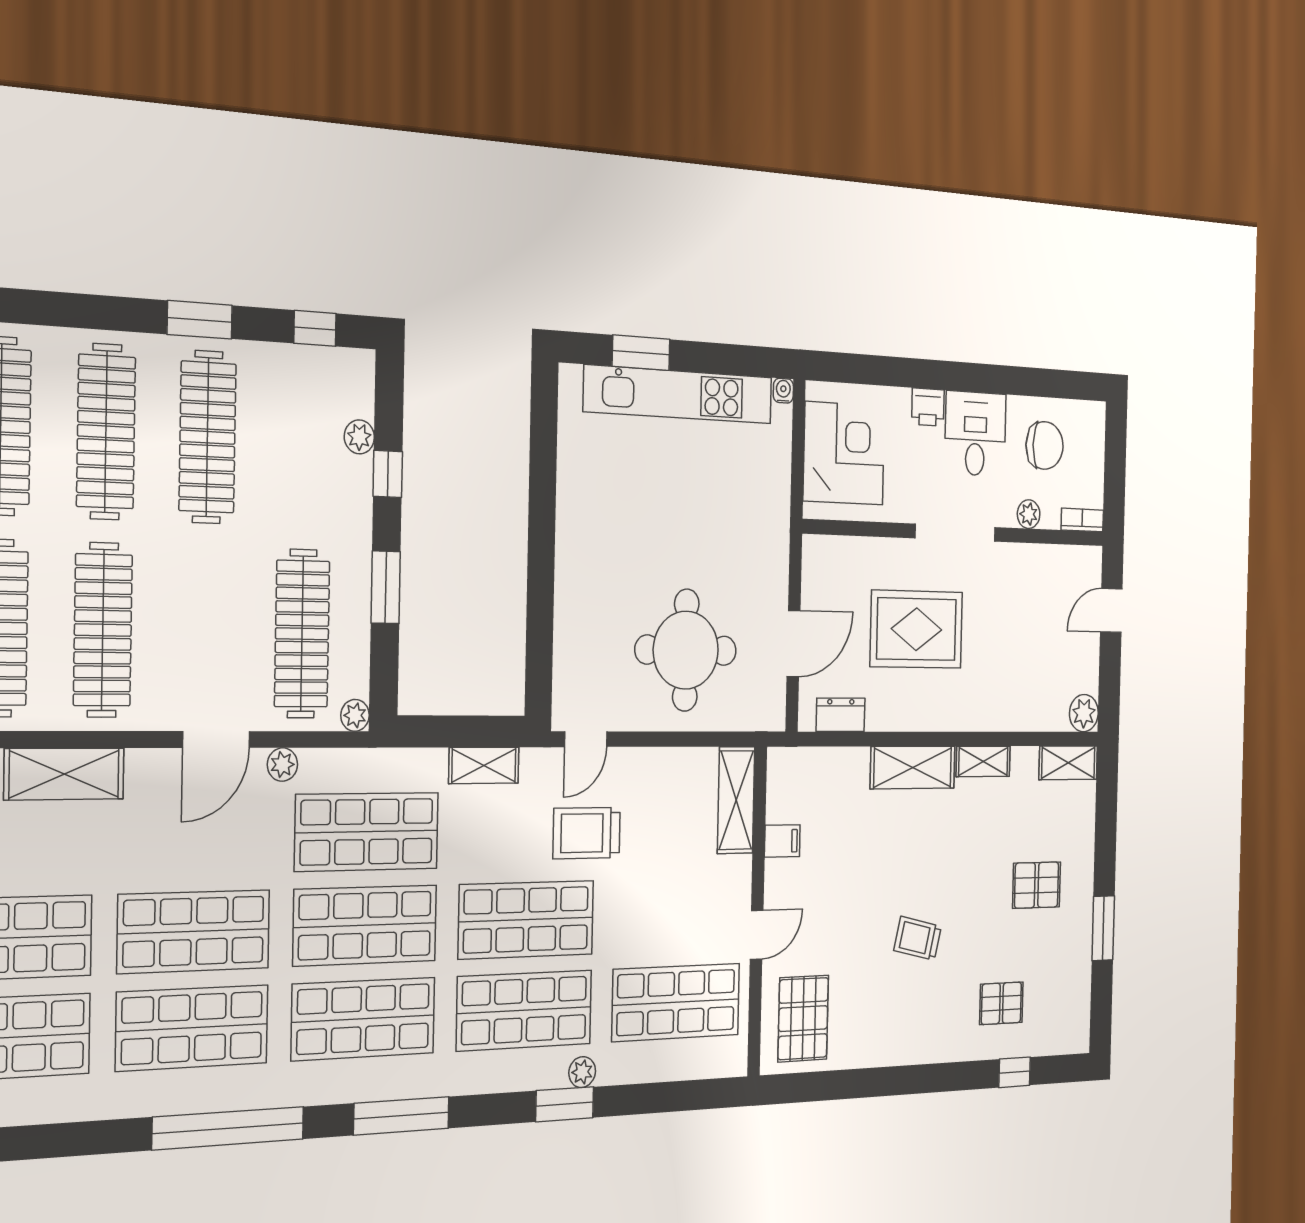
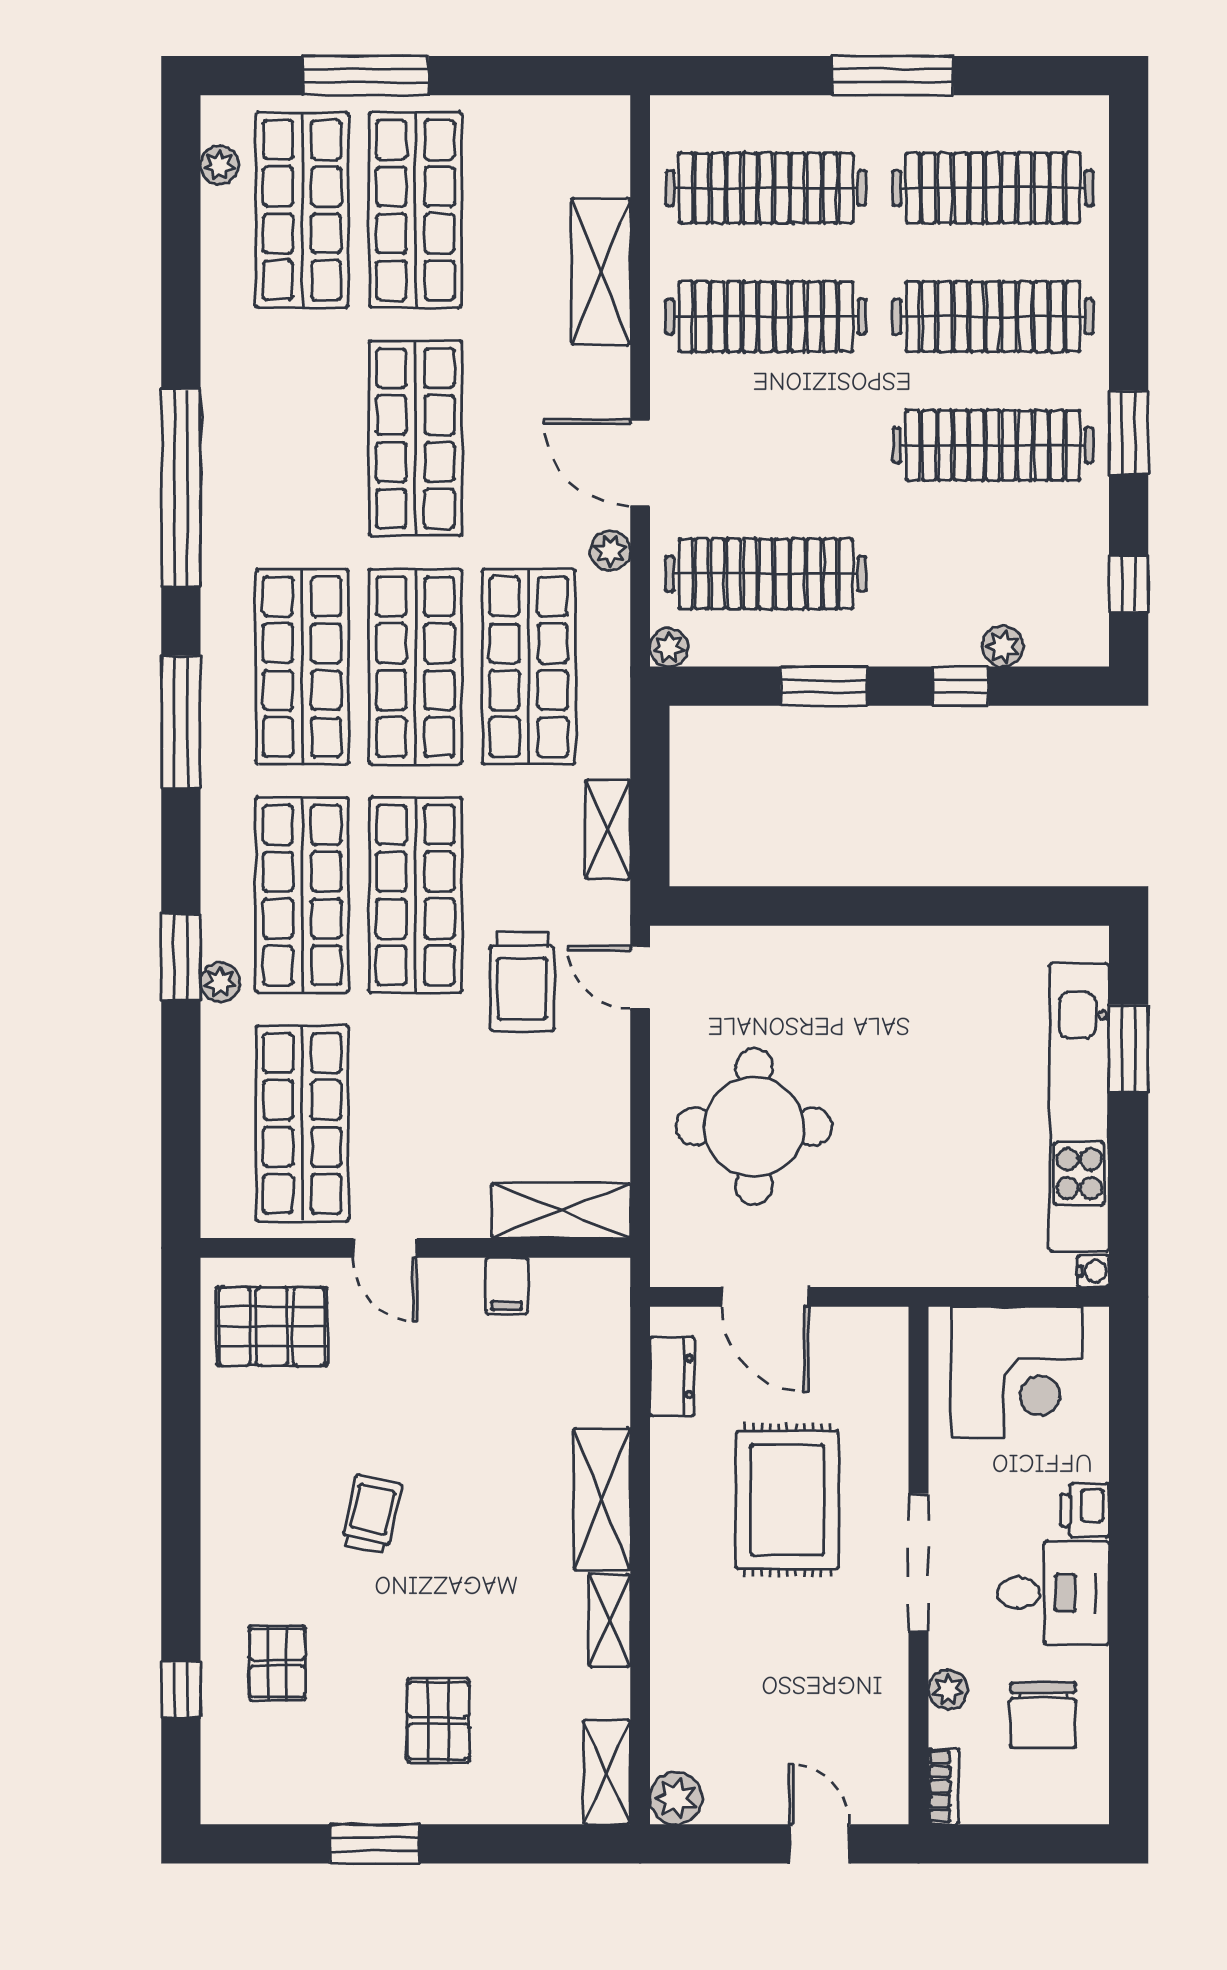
trolley: (587, 833) -> (522, 982), turned 180
shop shelf: (192, 1028) -> (302, 438), removed

